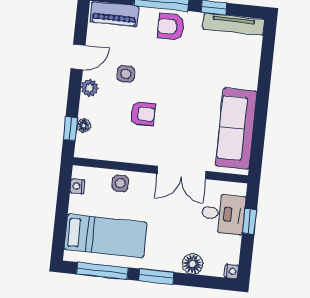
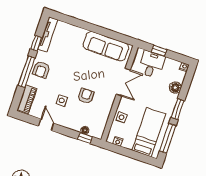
plant: (90, 88) -> (65, 122), removed

